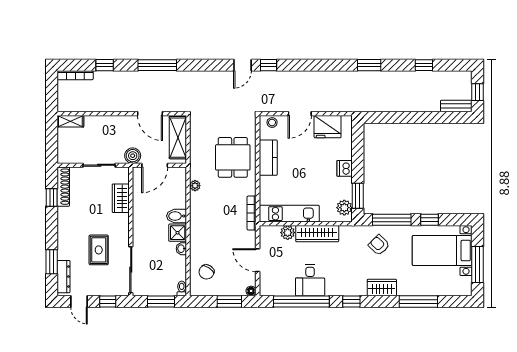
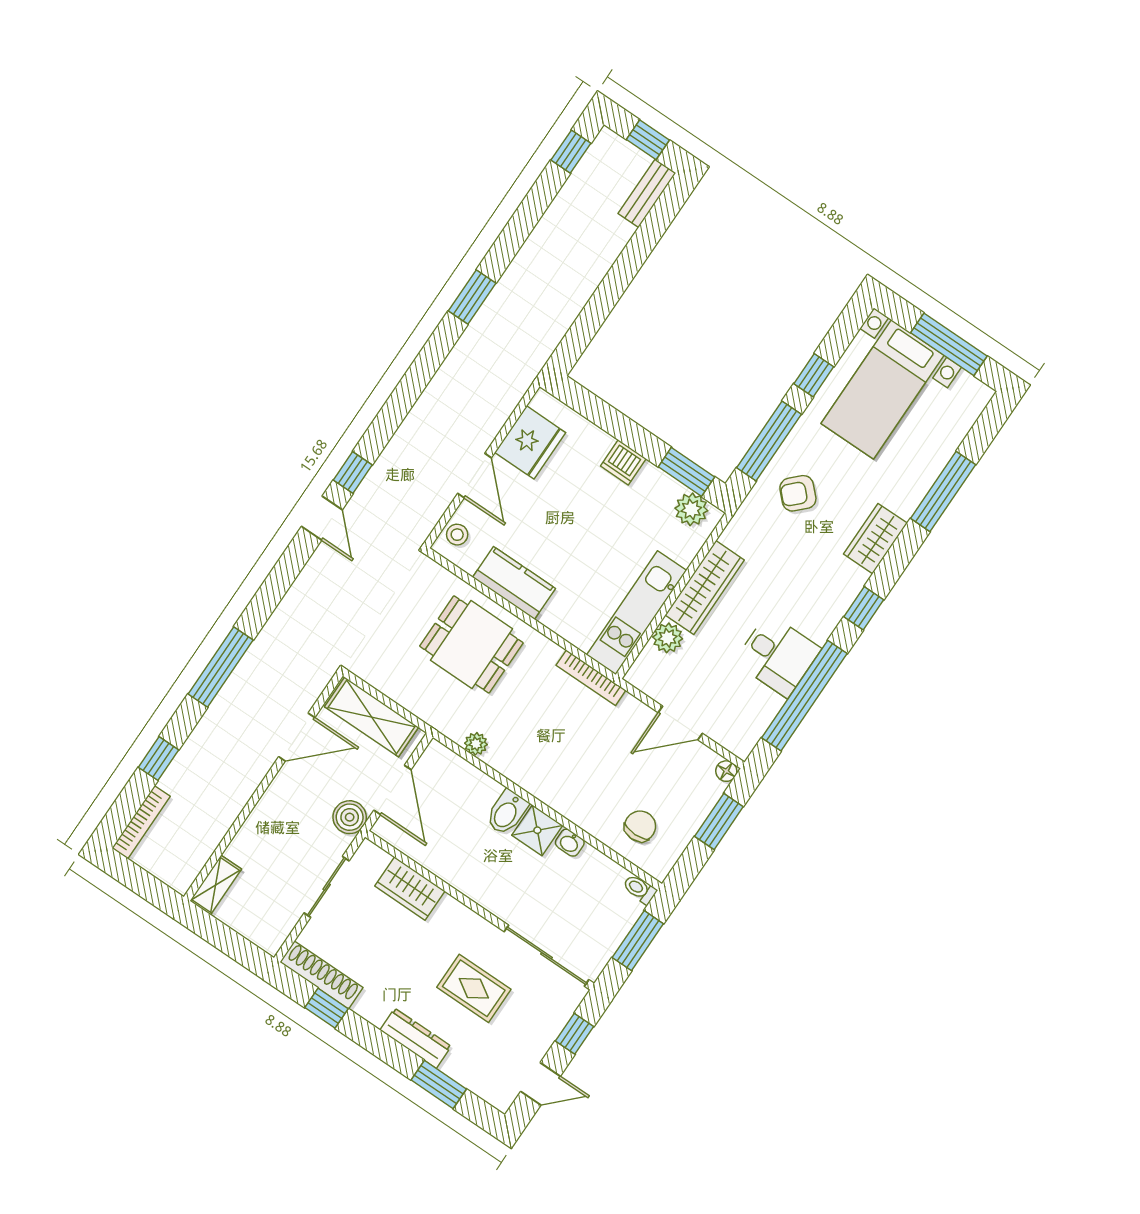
window: (424, 65) -> (571, 152), moved
chair: (206, 272) -> (640, 826), turned -123
dresser: (64, 277) -> (415, 1038), moved

